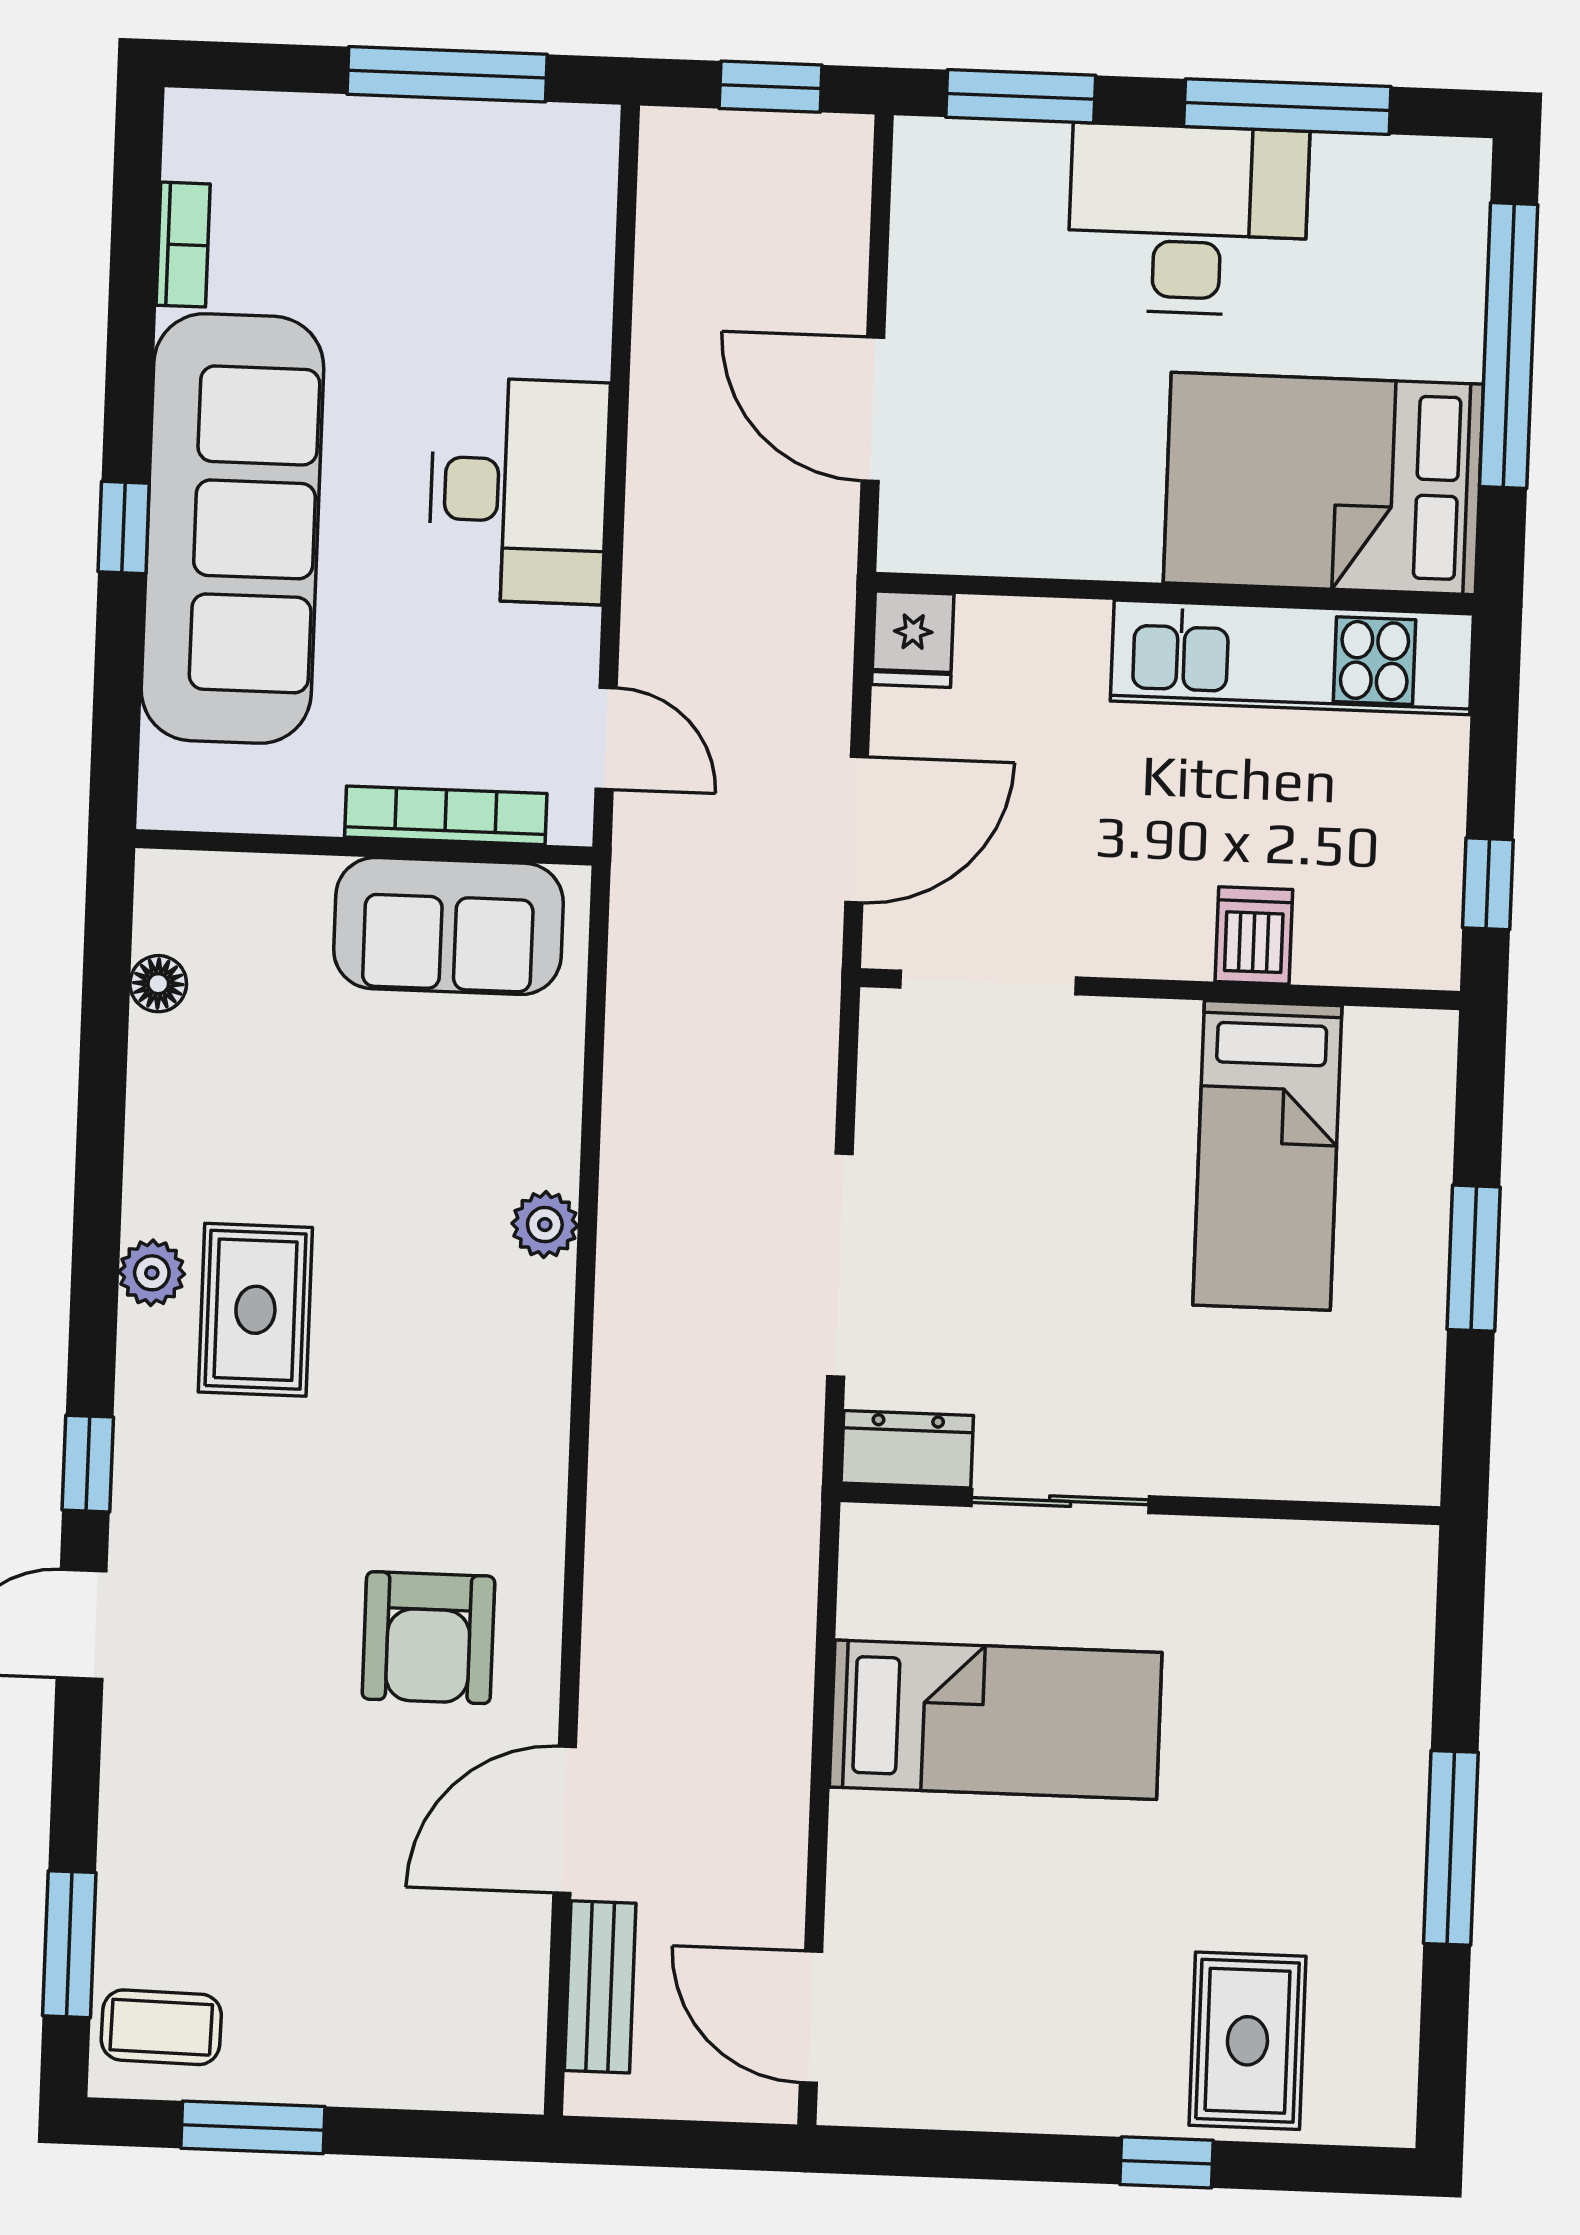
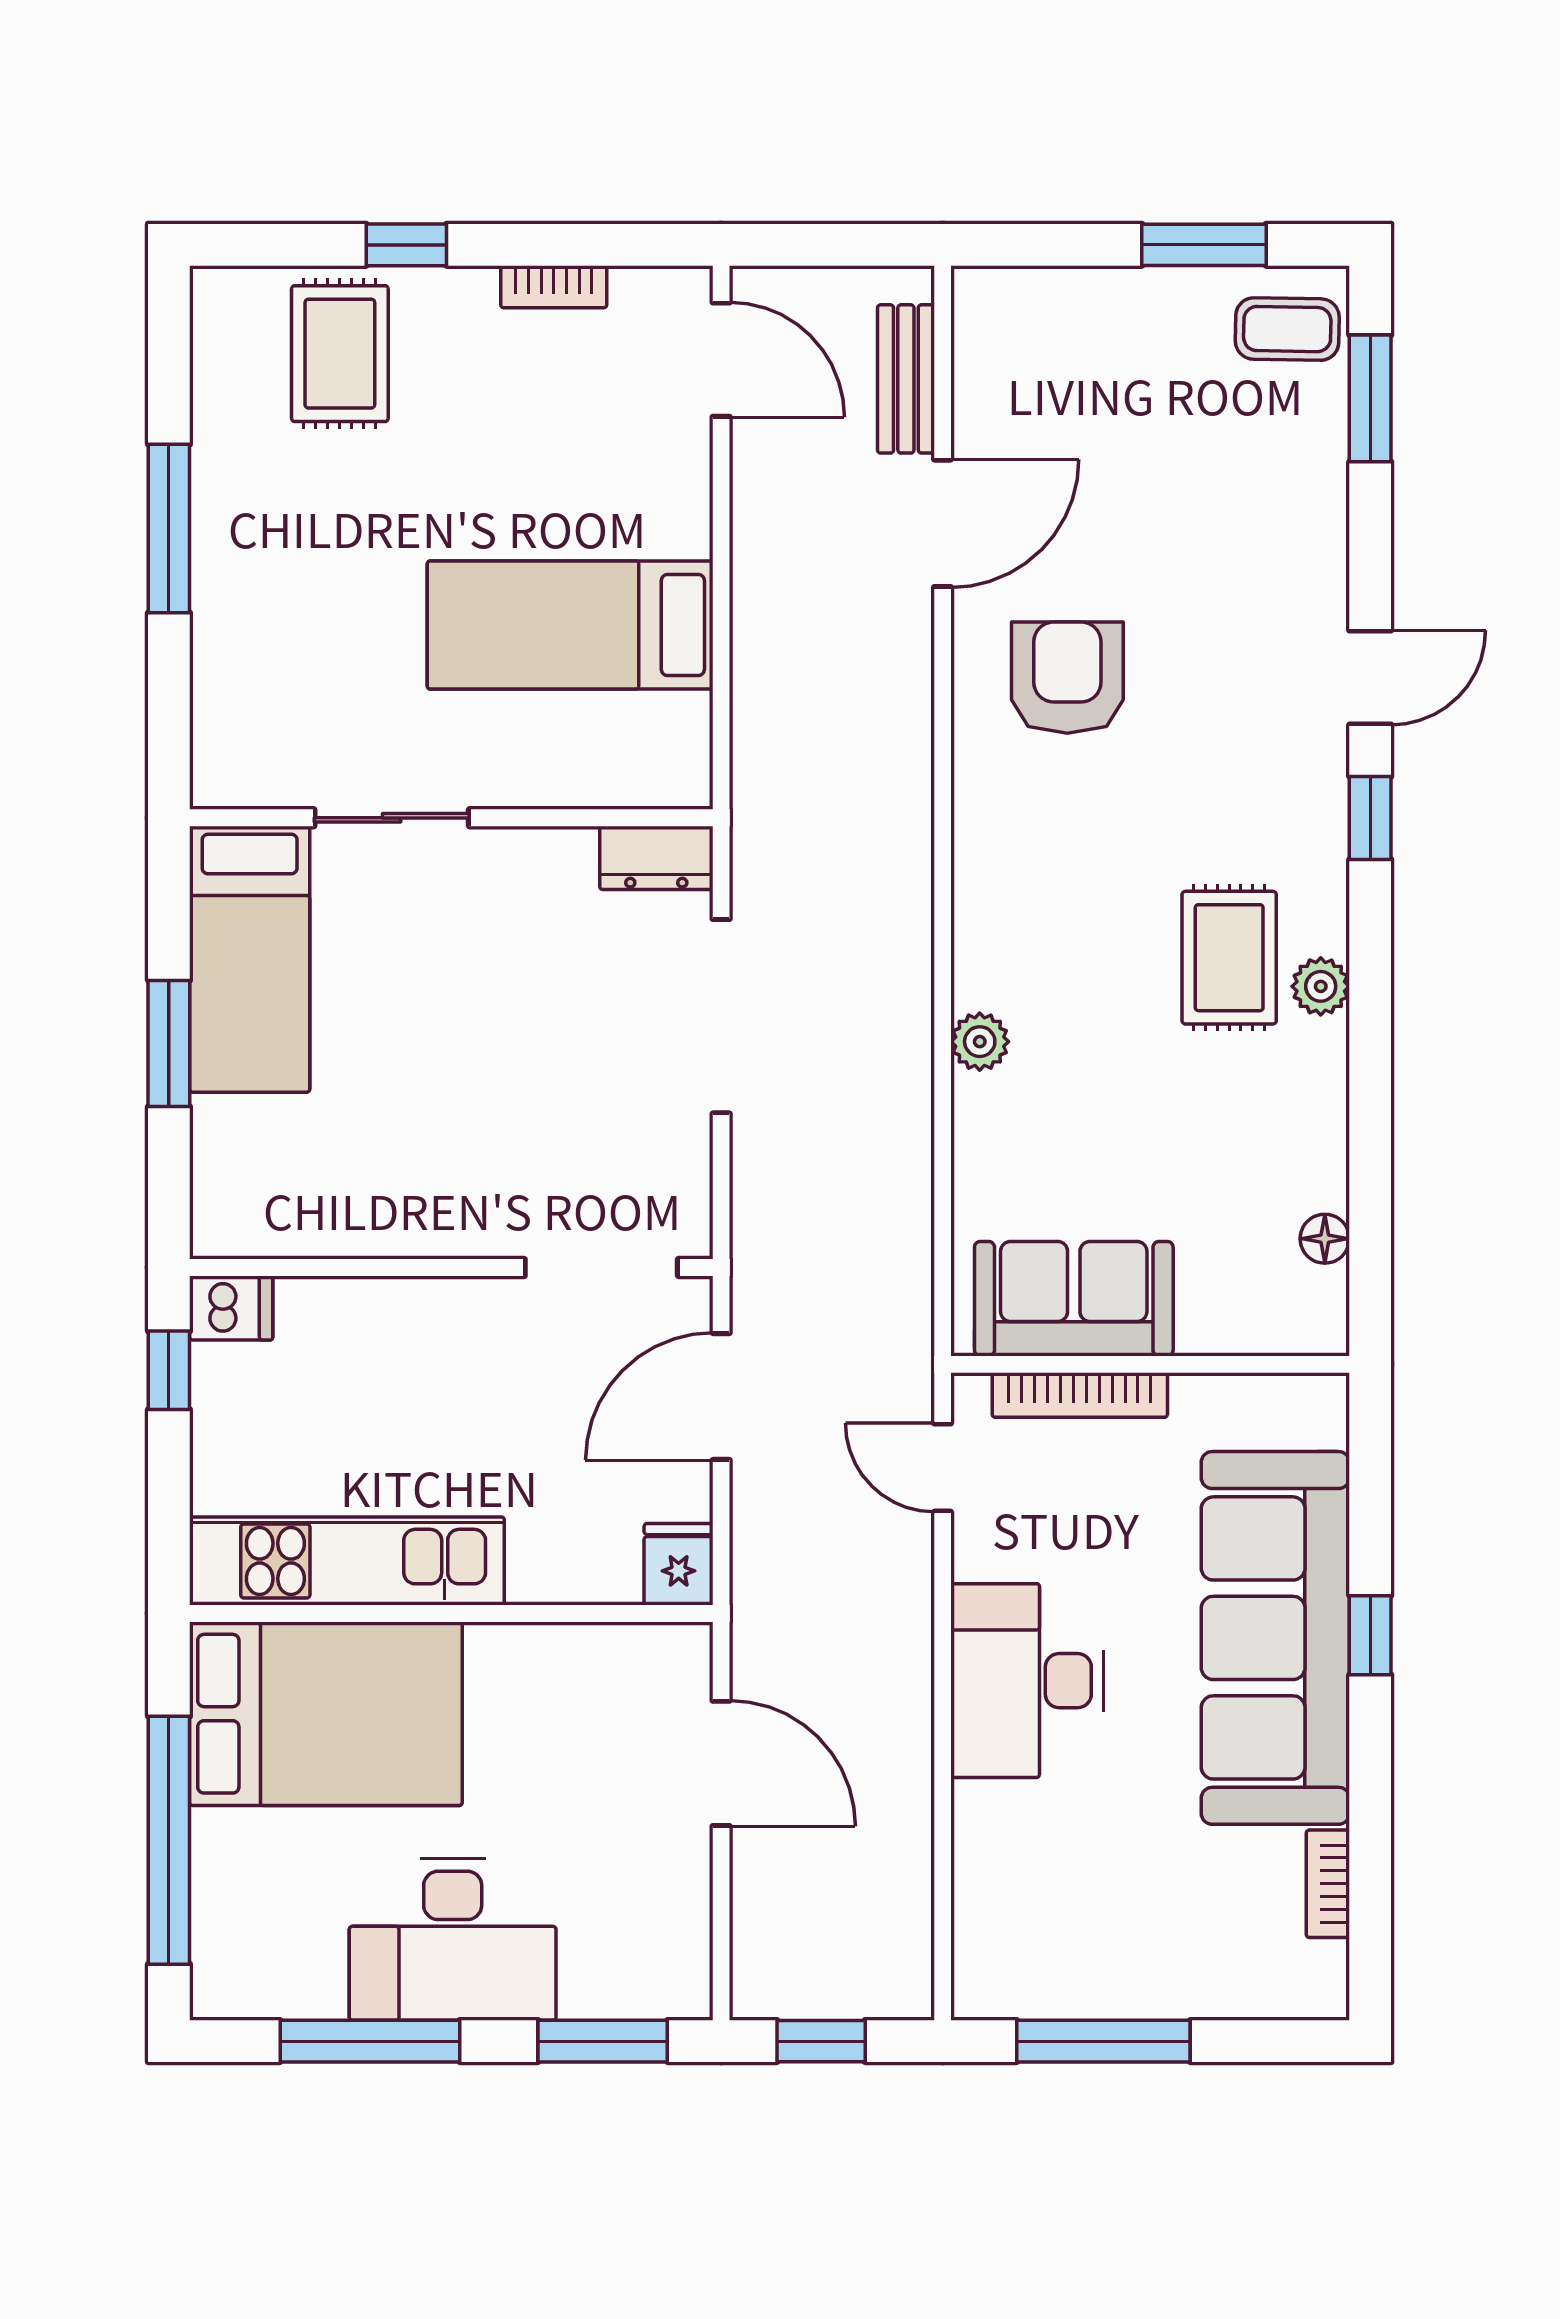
dishwasher: (1254, 936) -> (231, 1308), moved, turned -90
bed: (1267, 1155) -> (250, 959), moved, turned 180
sliding door: (1060, 1501) -> (392, 818), moved
bookcase: (1000, 2108) -> (554, 287), added

